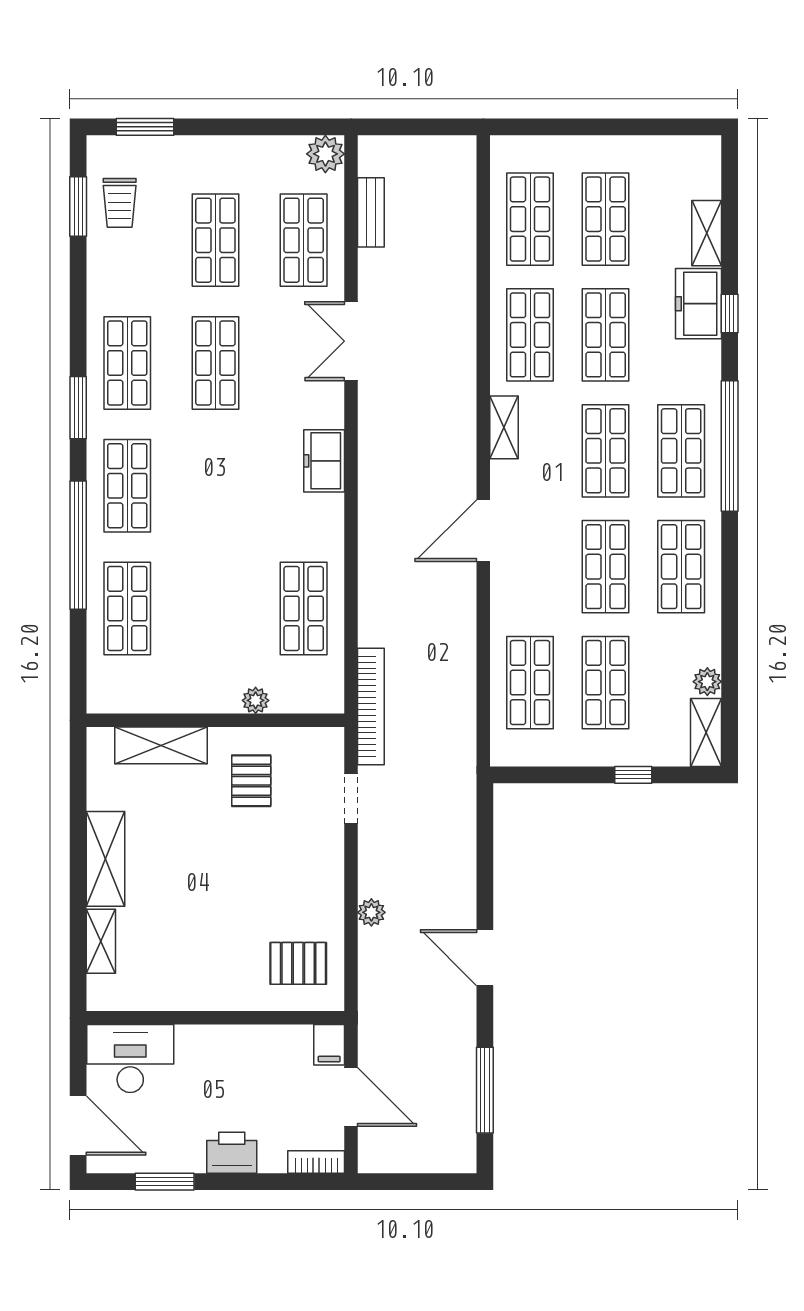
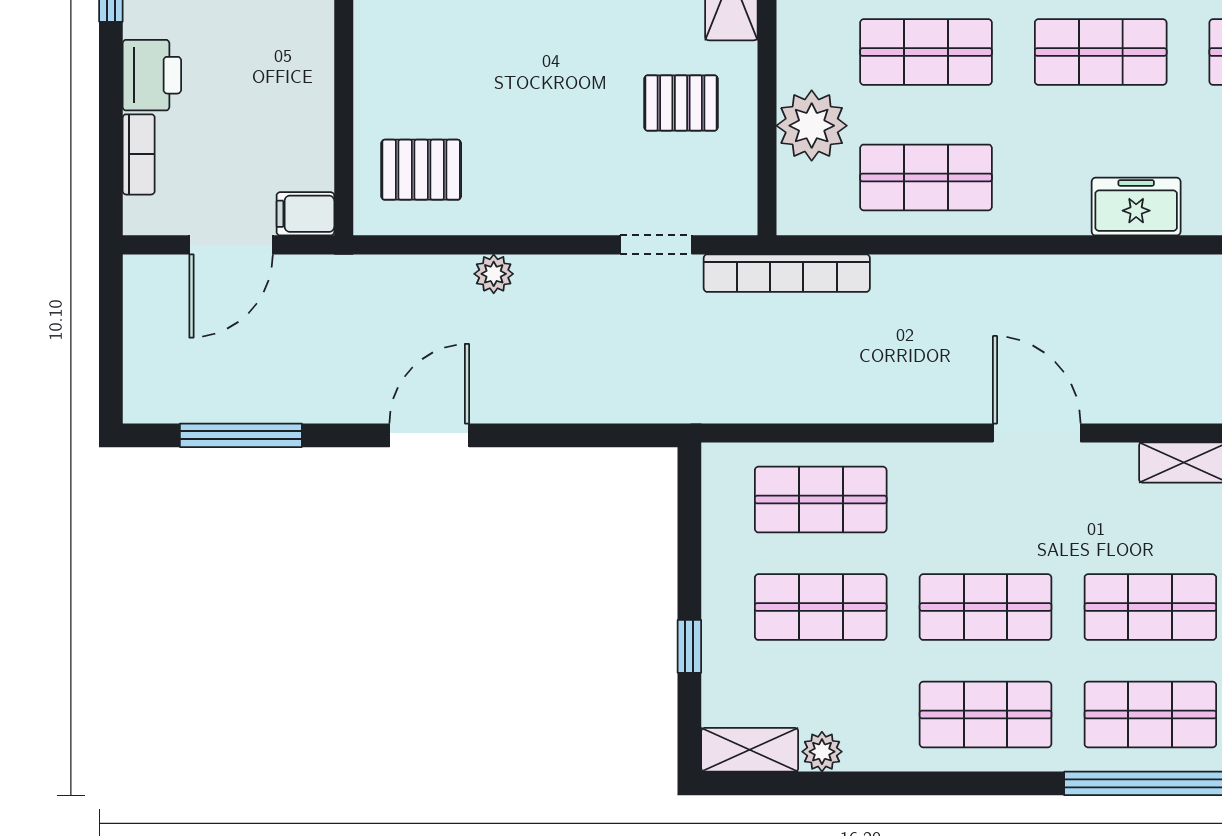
shop shelf: (215, 486) -> (1101, 52), added
shop shelf: (215, 609) -> (926, 52), added
plant: (256, 700) -> (812, 126), width x1.87, depth x1.87
pallet: (298, 963) -> (421, 170), turned 90
bookcase: (316, 1162) -> (139, 154), moved

